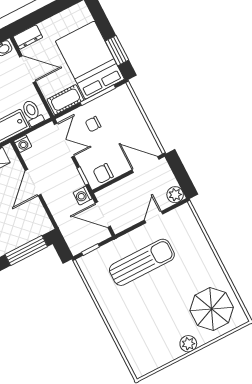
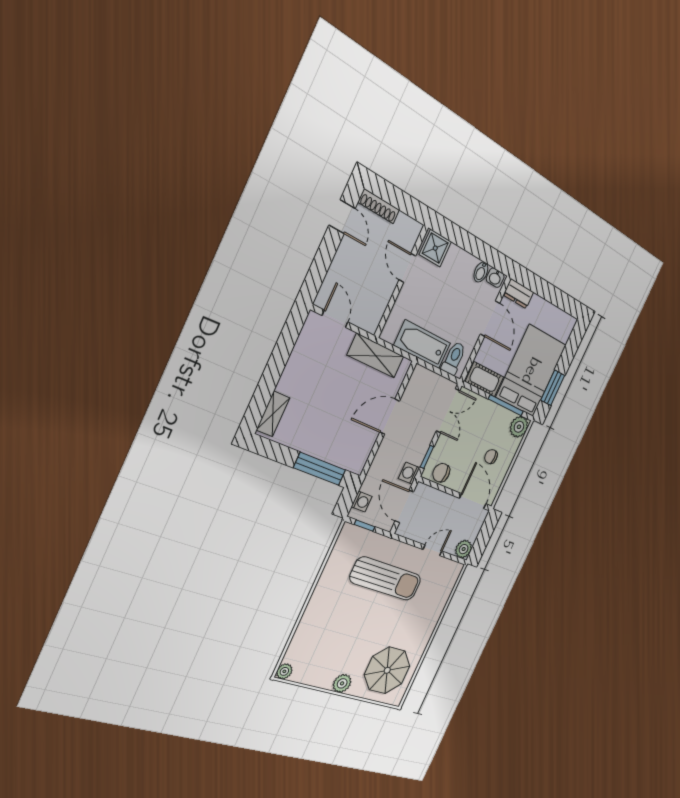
plant: (122, 95) -> (519, 427), added
chair: (93, 124) -> (491, 457), moved
washing machine: (23, 144) -> (362, 502), moved, turned -90
plant: (140, 371) -> (284, 671), added

